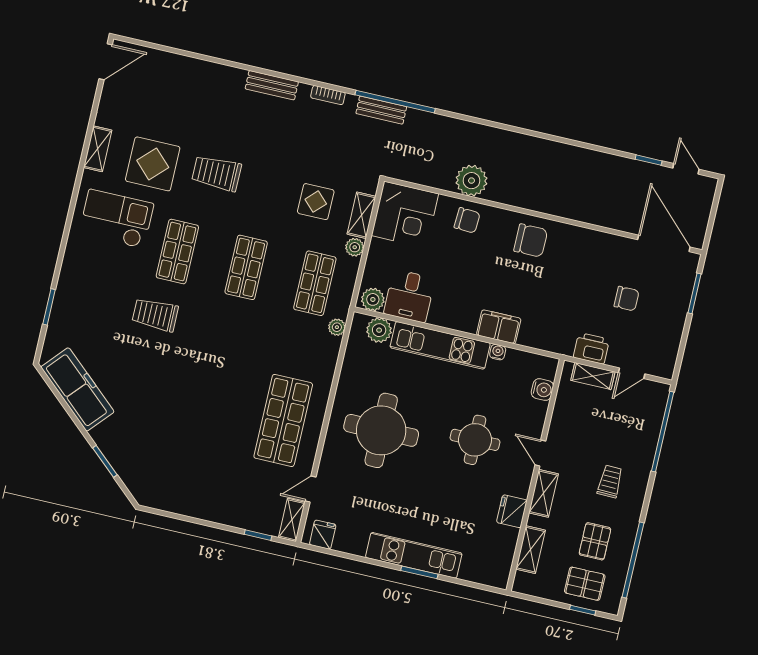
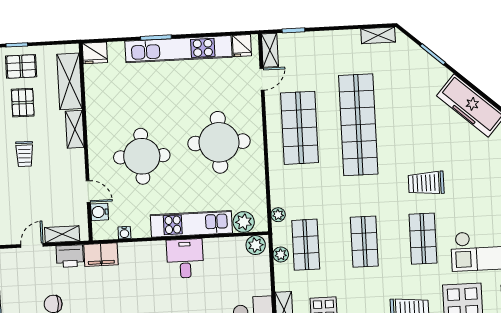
plant: (355, 247) -> (281, 254), moved
desk: (409, 296) -> (185, 258), moved
trolley: (155, 315) -> (426, 183), turned 180
filing cabinet: (499, 327) -> (101, 255), moved
water cooler: (498, 352) -> (124, 233), moved
shop shelf: (214, 405) -> (358, 125), added
round table: (475, 440) -> (142, 156), width x1.36, depth x1.36
door: (540, 453) -> (88, 192), moved
shelving: (162, 501) -> (378, 35), added
fridge: (512, 511) -> (95, 53), moved, turned 90
shelving: (531, 550) -> (69, 81), width x1.50, depth x1.33
kitchen unit: (414, 555) -> (178, 49), width x1.36

